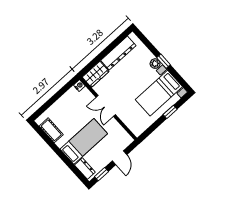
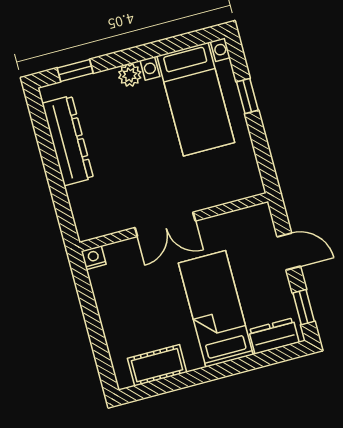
window: (163, 61) -> (75, 70), moved
wardrobe: (96, 74) -> (88, 211), removed

